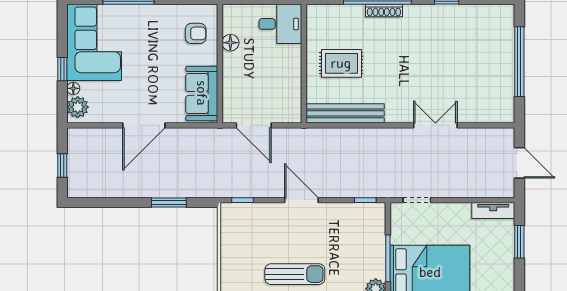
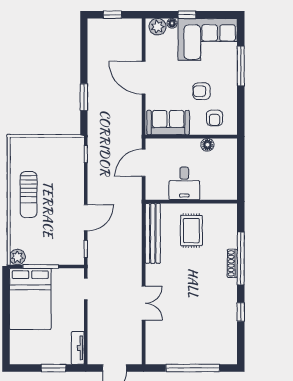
desk: (280, 24) -> (184, 183), moved
armchair: (161, 50) -> (202, 91), added
door: (301, 200) -> (86, 218), moved

